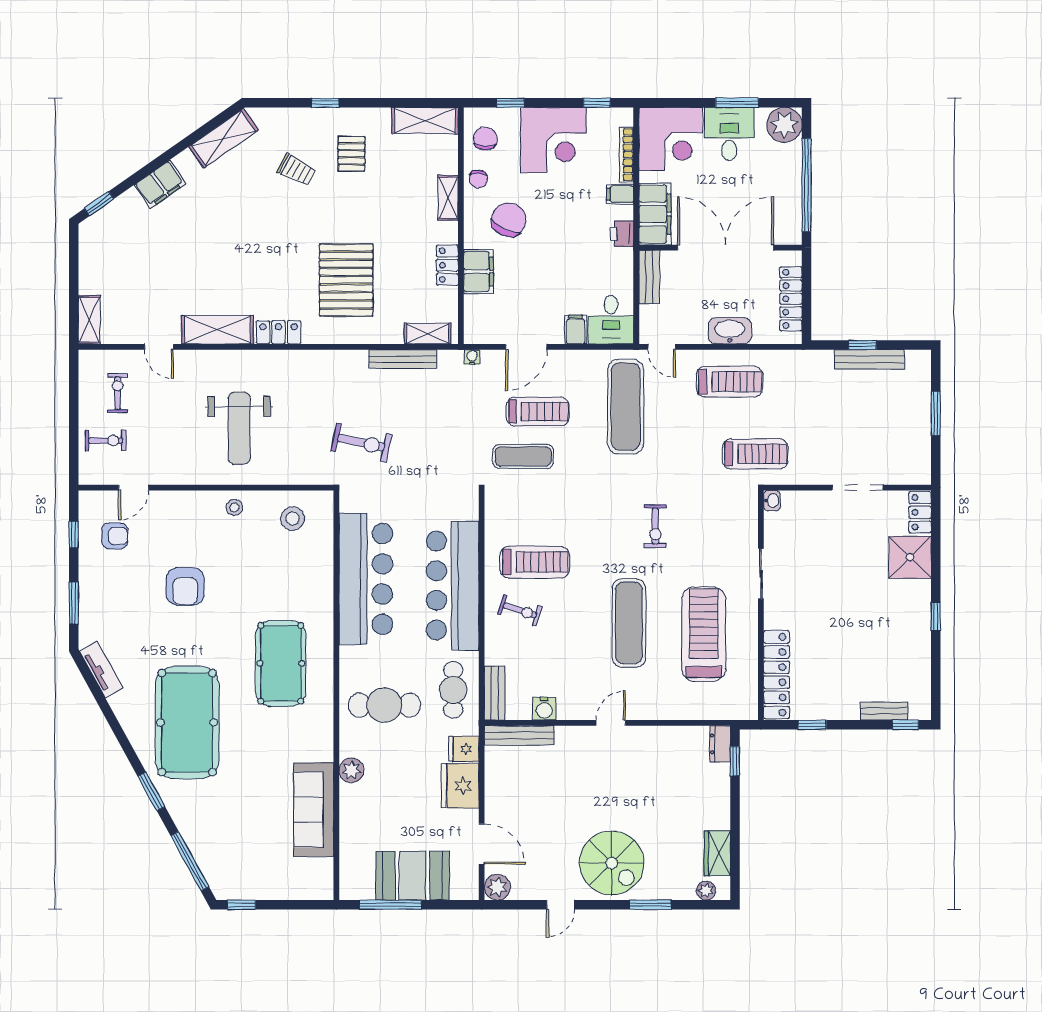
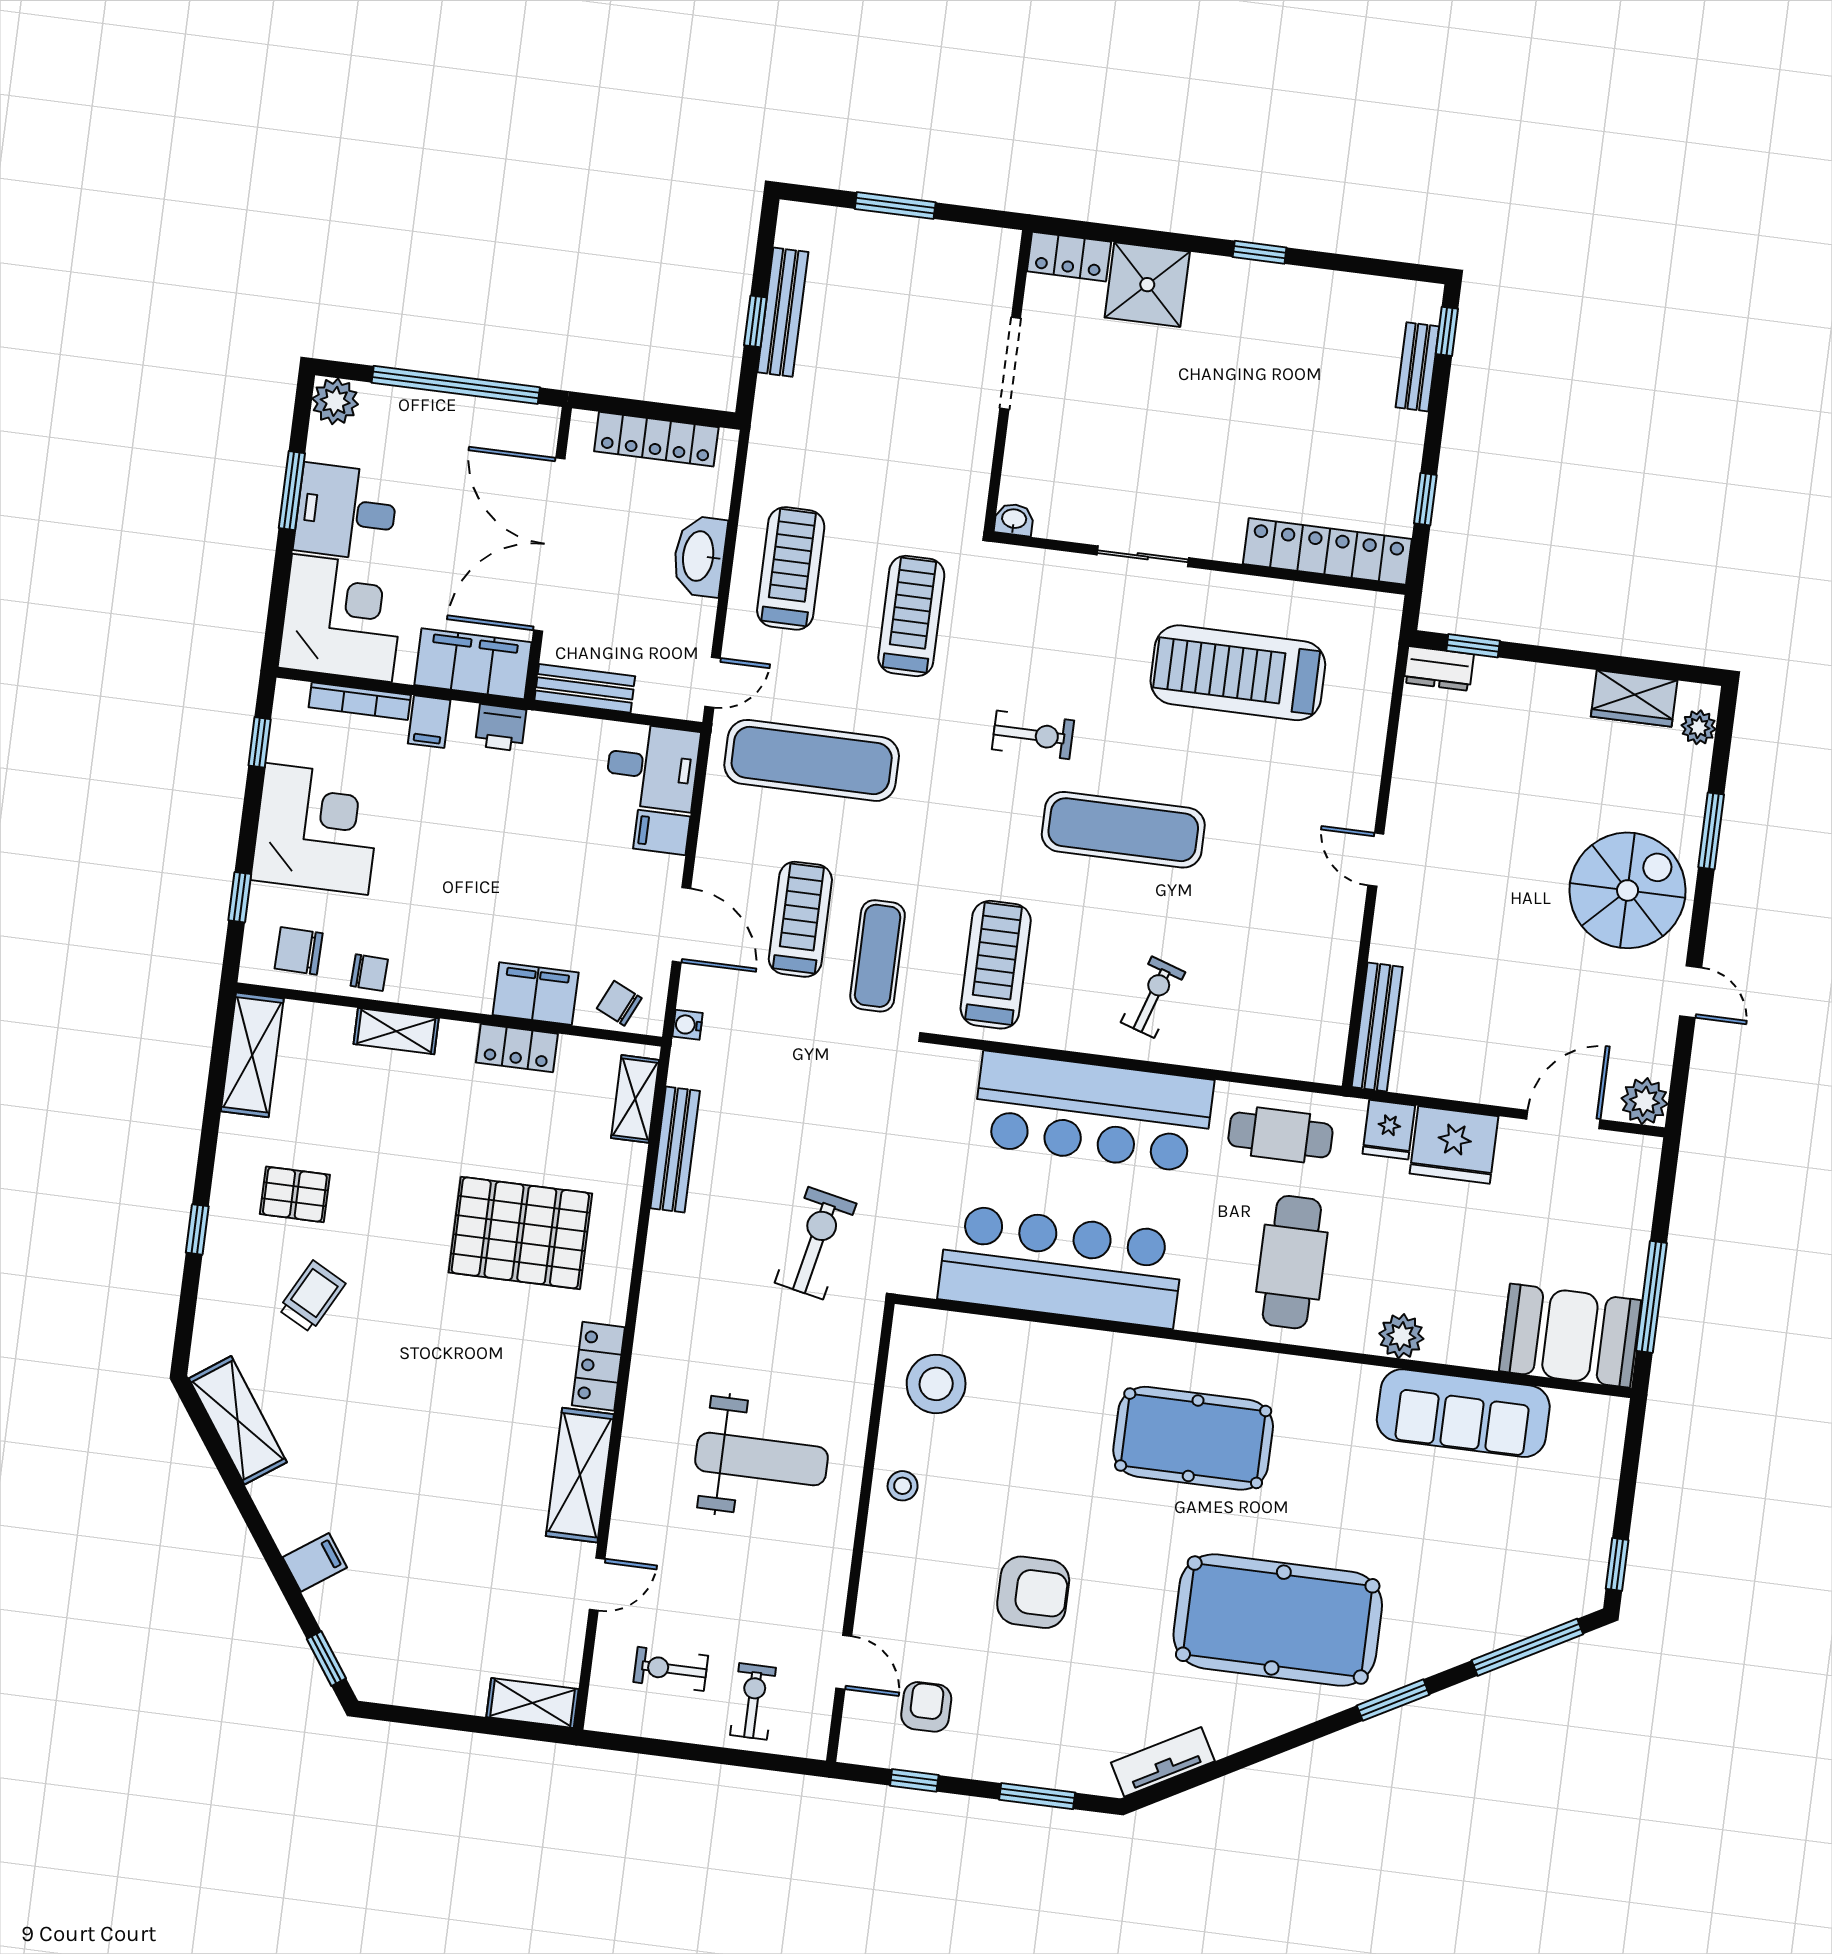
plant: (784, 125) -> (335, 401), width x0.73, depth x0.73
filing cabinet: (160, 184) -> (315, 1562), width x0.50
chair: (509, 220) -> (619, 1003), moved, width x0.54, depth x0.54
treadmill: (755, 454) -> (911, 616), moved
stool: (293, 519) -> (936, 1384), width x1.38, depth x1.38
treadmill: (535, 562) -> (996, 965), moved
exercise mat: (629, 623) -> (1123, 830), moved
bench: (495, 693) -> (1296, 1061), removed
water cooler: (544, 709) -> (1335, 976), removed
booth: (413, 876) -> (1570, 1336), moved, turned 90

